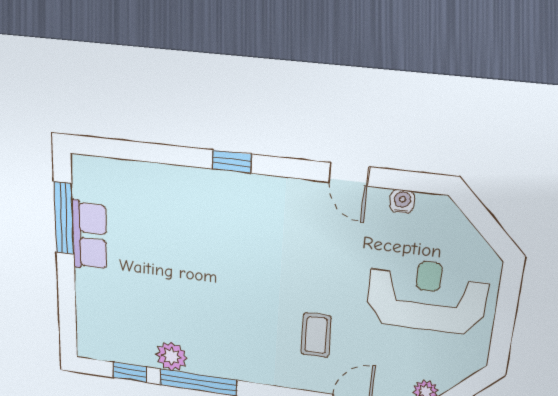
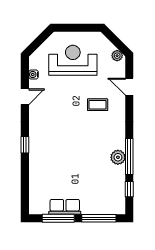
reception desk: (427, 296) -> (73, 60), turned 90
window: (67, 304) -> (99, 218), added
plant: (171, 356) -> (118, 157), moved

